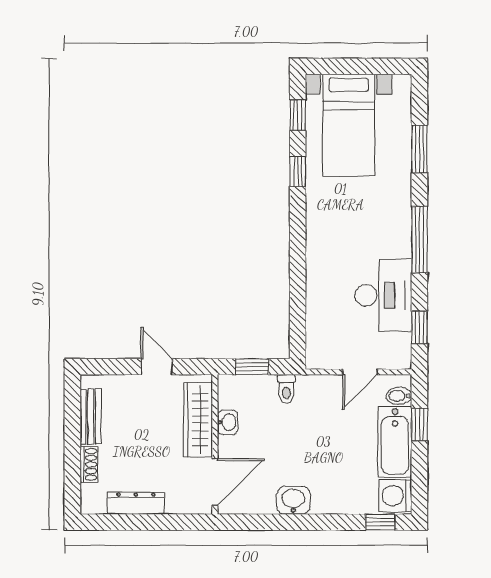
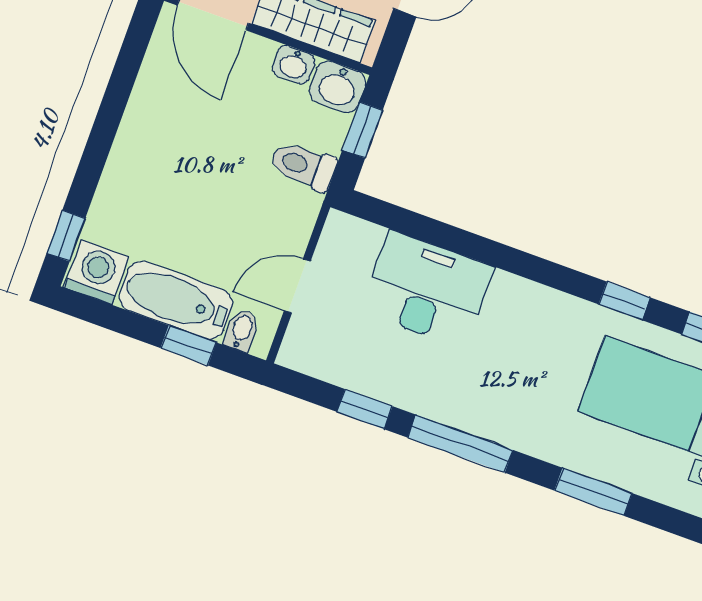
desk: (383, 295) -> (427, 289), moved, turned 180
window: (419, 327) -> (365, 409), moved
door: (360, 372) -> (297, 286), hinge flipped
toilet: (286, 389) -> (303, 166), width x1.37, depth x1.39
washbasin: (293, 500) -> (338, 87), moved, turned 90

